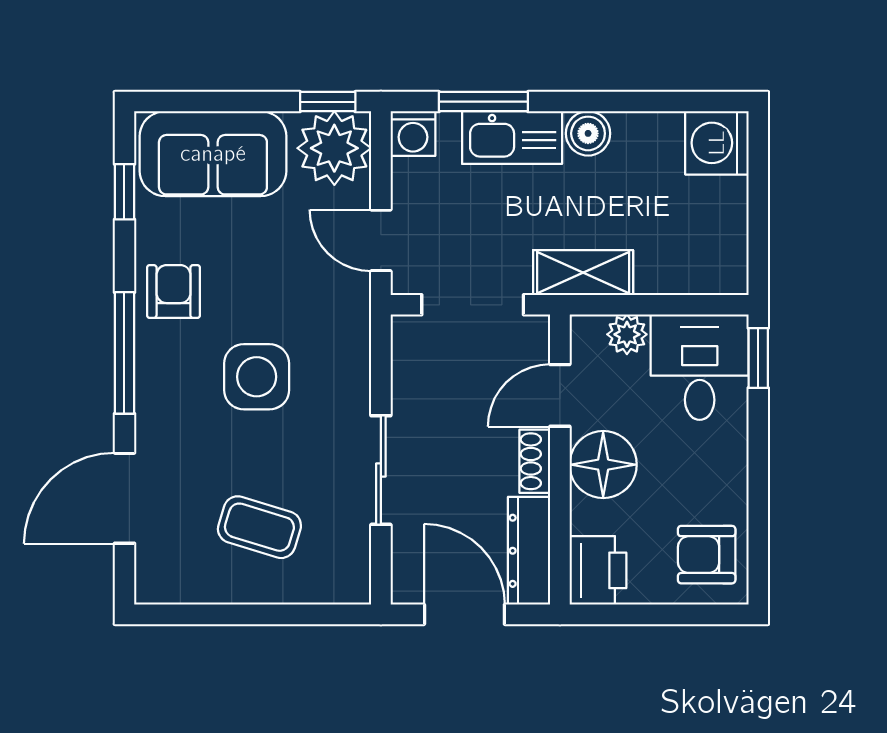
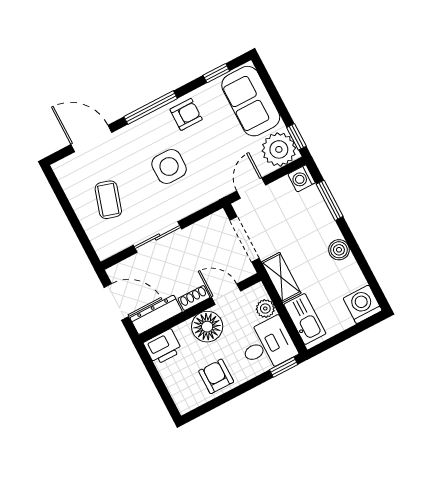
kitchen sink: (512, 138) -> (305, 319), moved, turned 180
armchair: (707, 555) -> (216, 376), moved
door: (464, 614) -> (116, 302), hinge flipped

